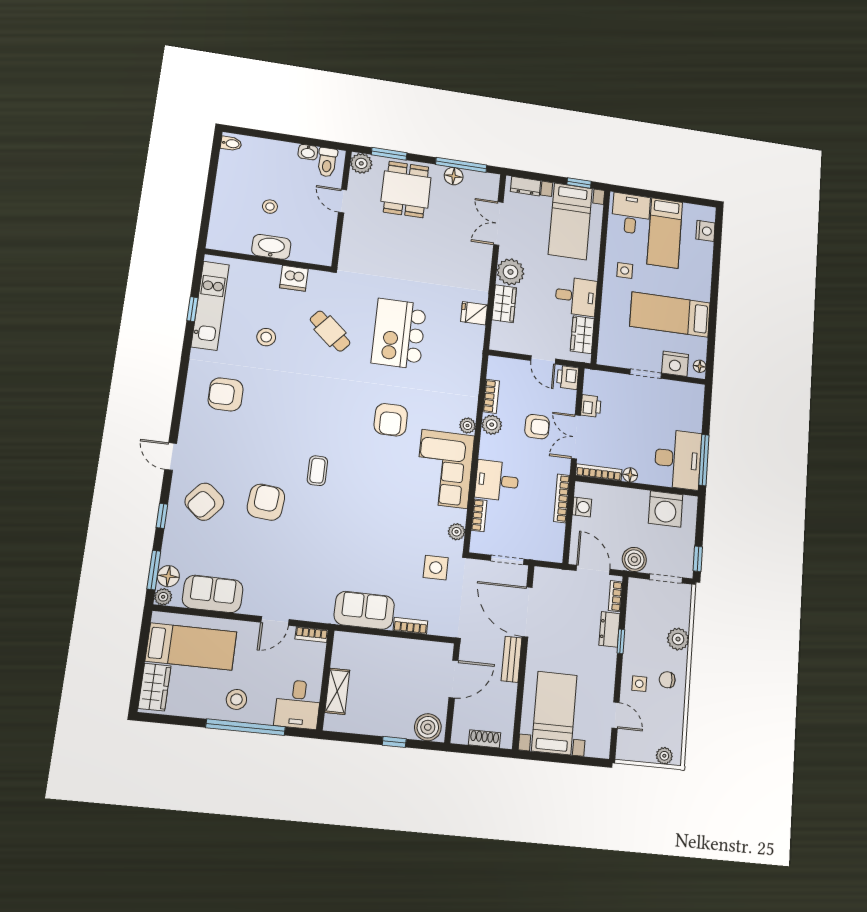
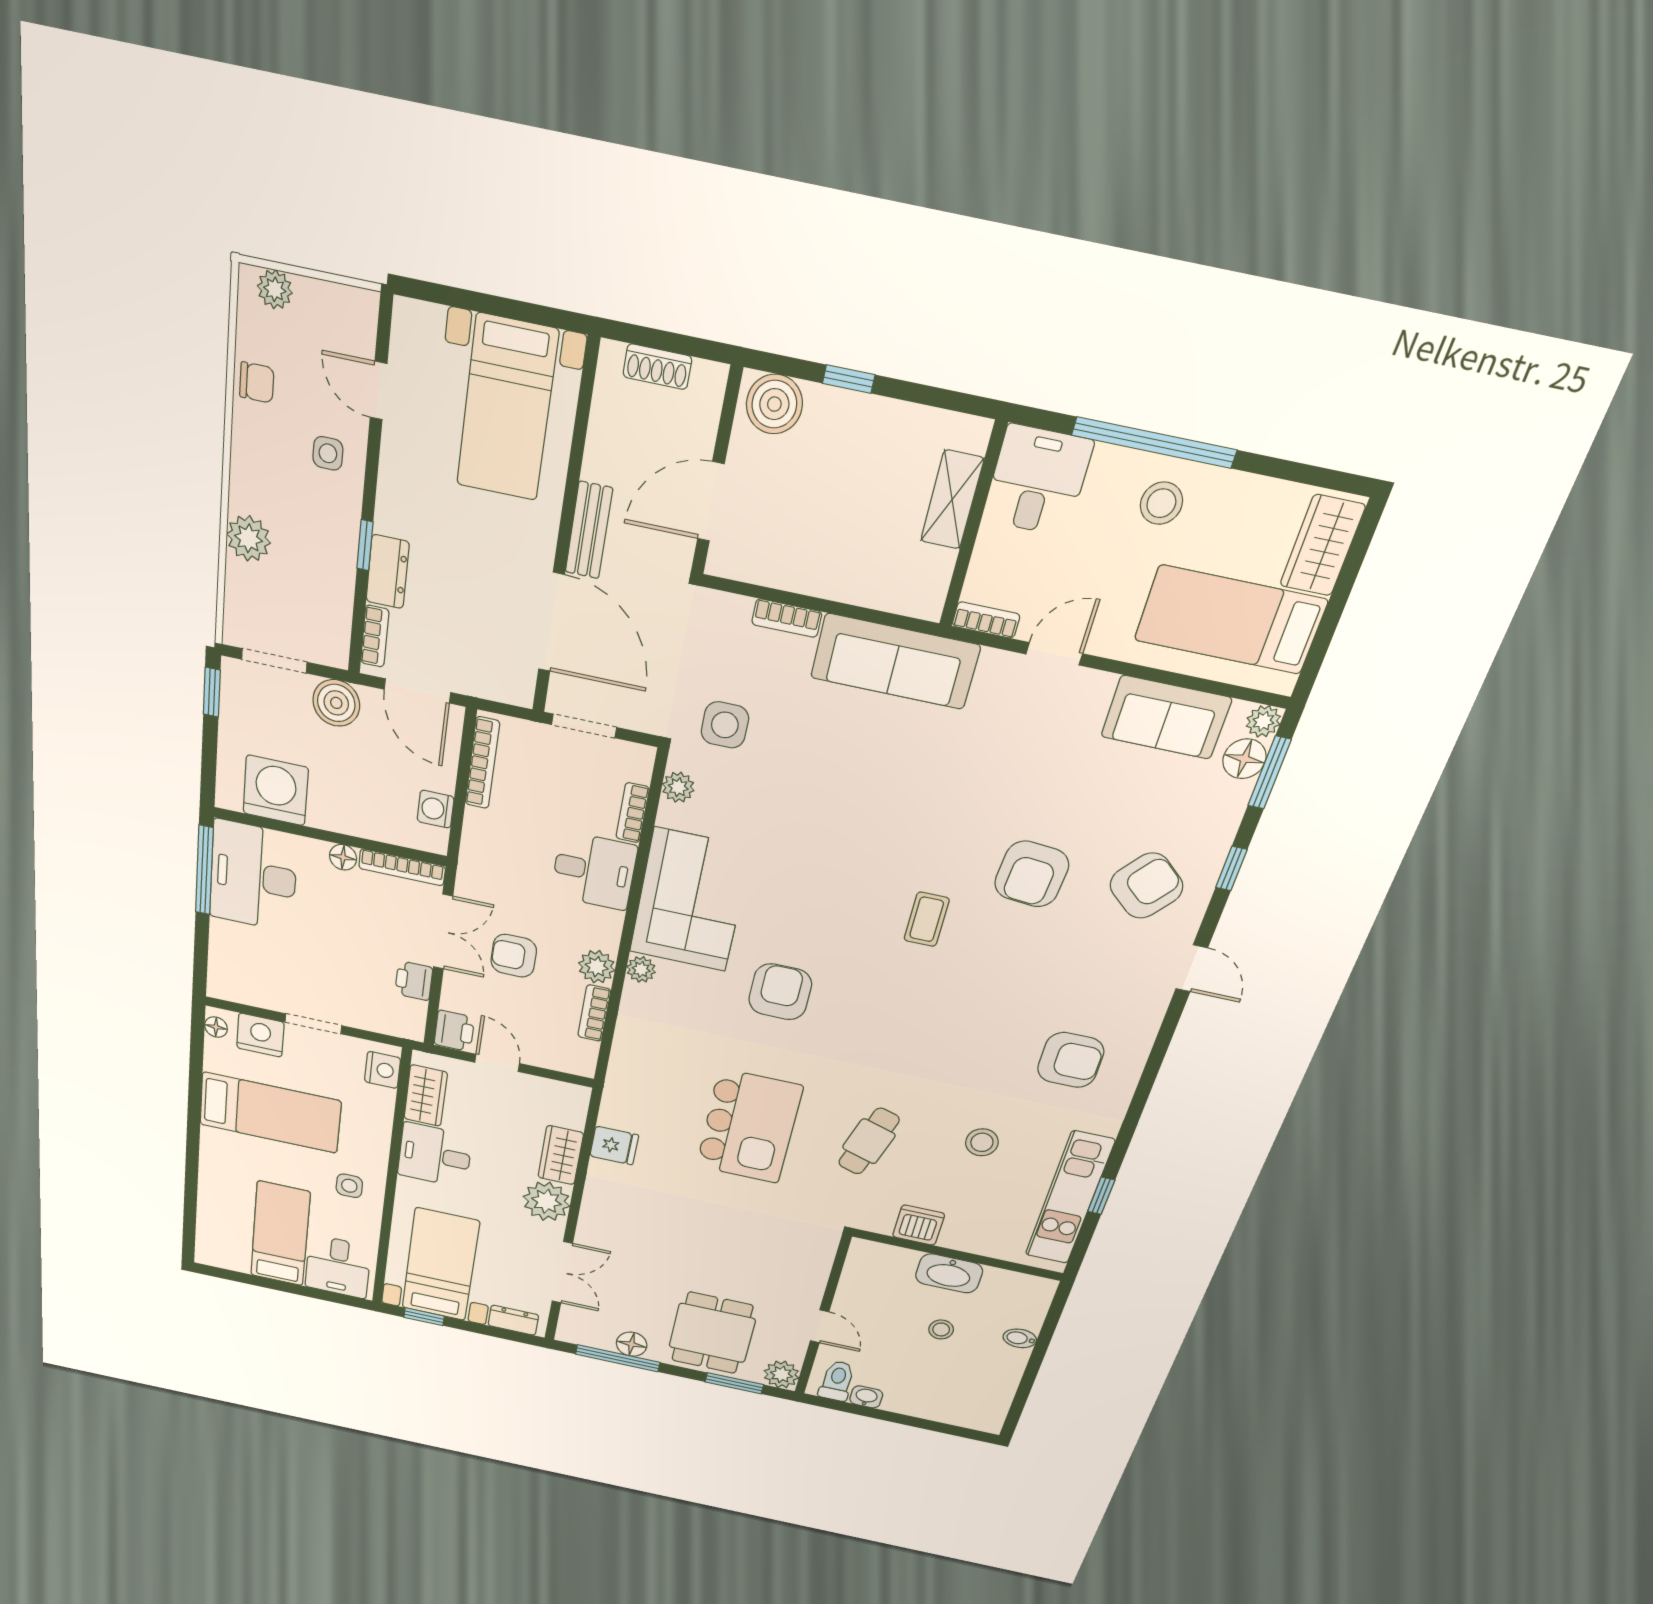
bidet: (231, 143) -> (1020, 1338), moved
nightstand: (705, 231) -> (383, 1070), moved, turned 180
cafe table: (330, 331) -> (869, 1141), turned 66
bookcase: (562, 498) -> (482, 763), moved
sofa: (364, 610) -> (895, 661), width x1.36
chair: (667, 680) -> (257, 382), moved

